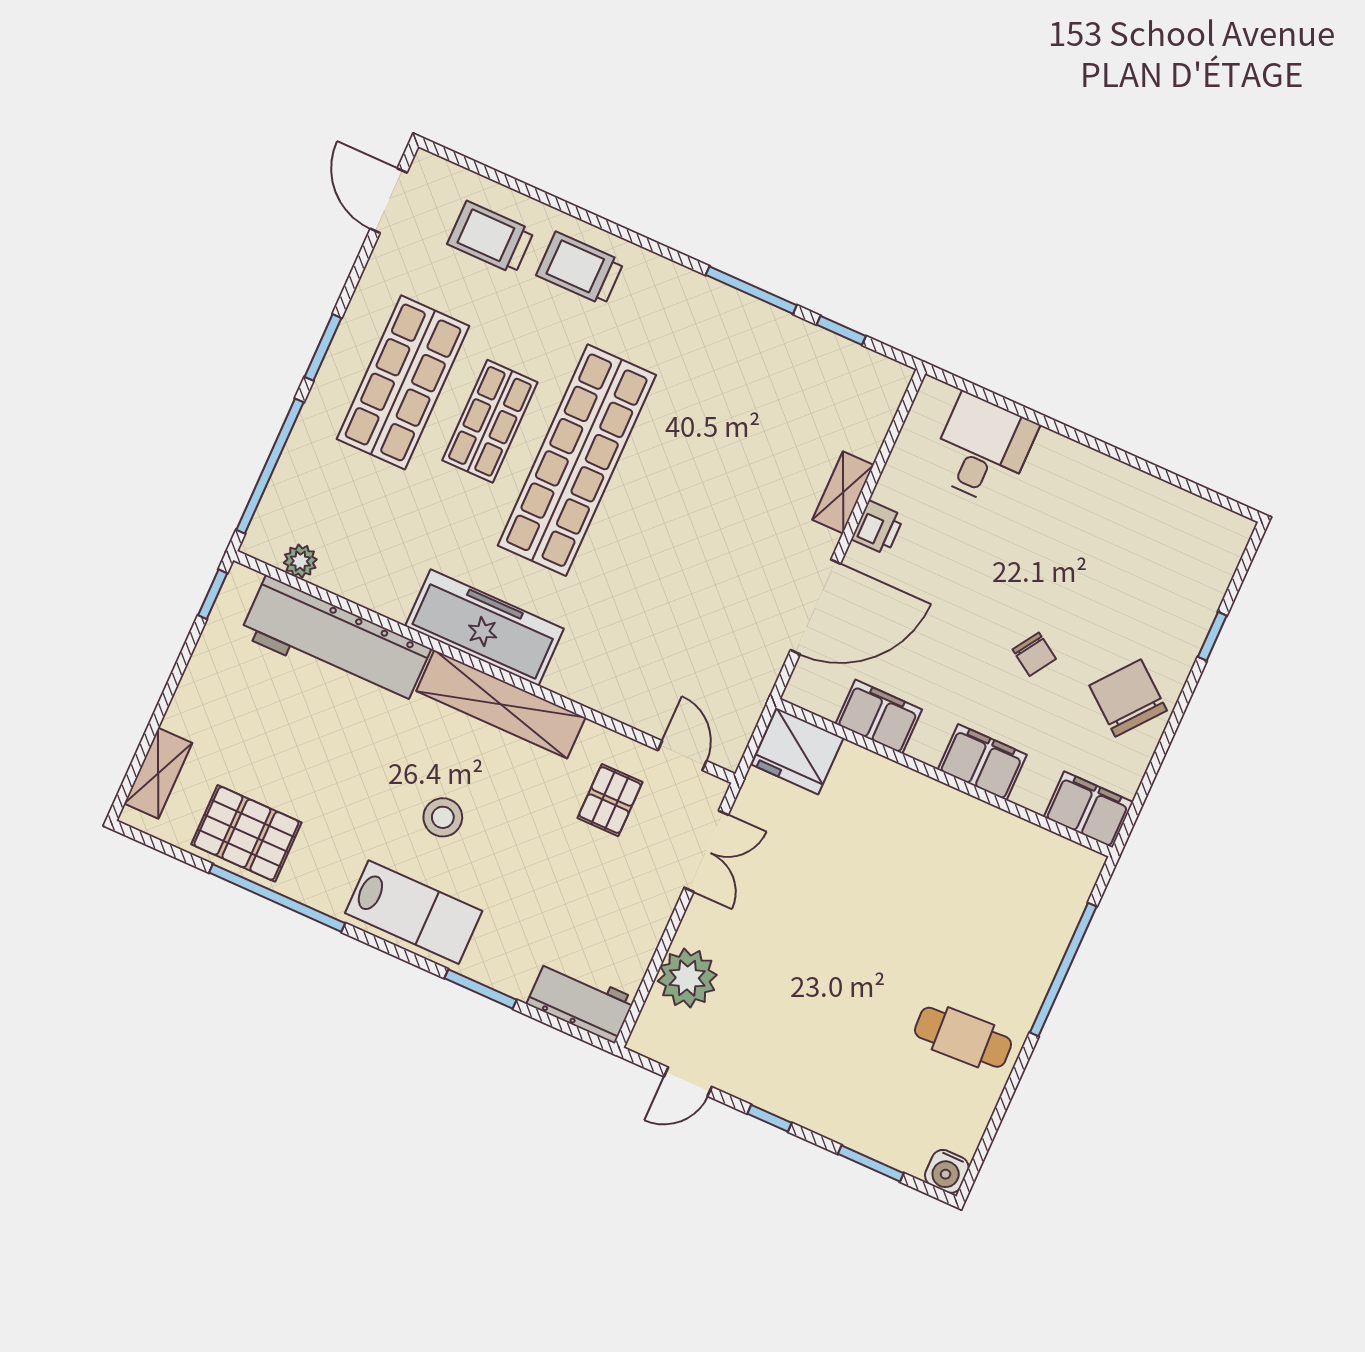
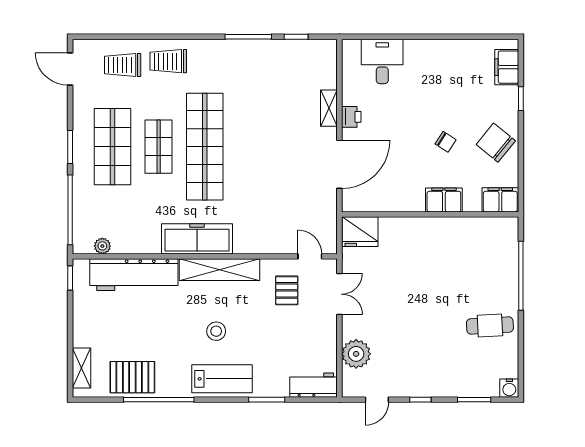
filing cabinet: (879, 717) -> (507, 67), moved, turned -90

